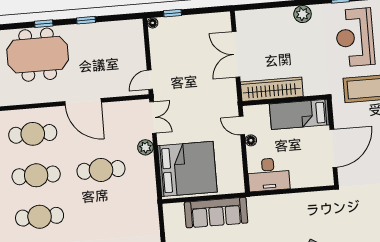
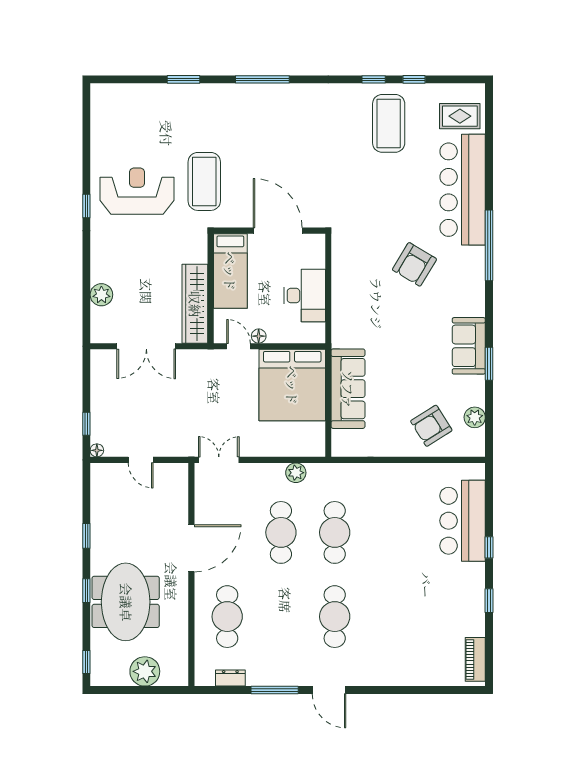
plant: (303, 14) -> (101, 295), moved
reception desk: (355, 37) -> (137, 191), turned 180
door: (150, 80) -> (141, 460), moved
door: (242, 125) -> (239, 346), swing flipped
plant: (145, 147) -> (296, 473), moved
bed: (187, 169) -> (292, 385), moved, turned 180
cafe table: (36, 175) -> (335, 532), moved
desk: (268, 175) -> (305, 296), moved

